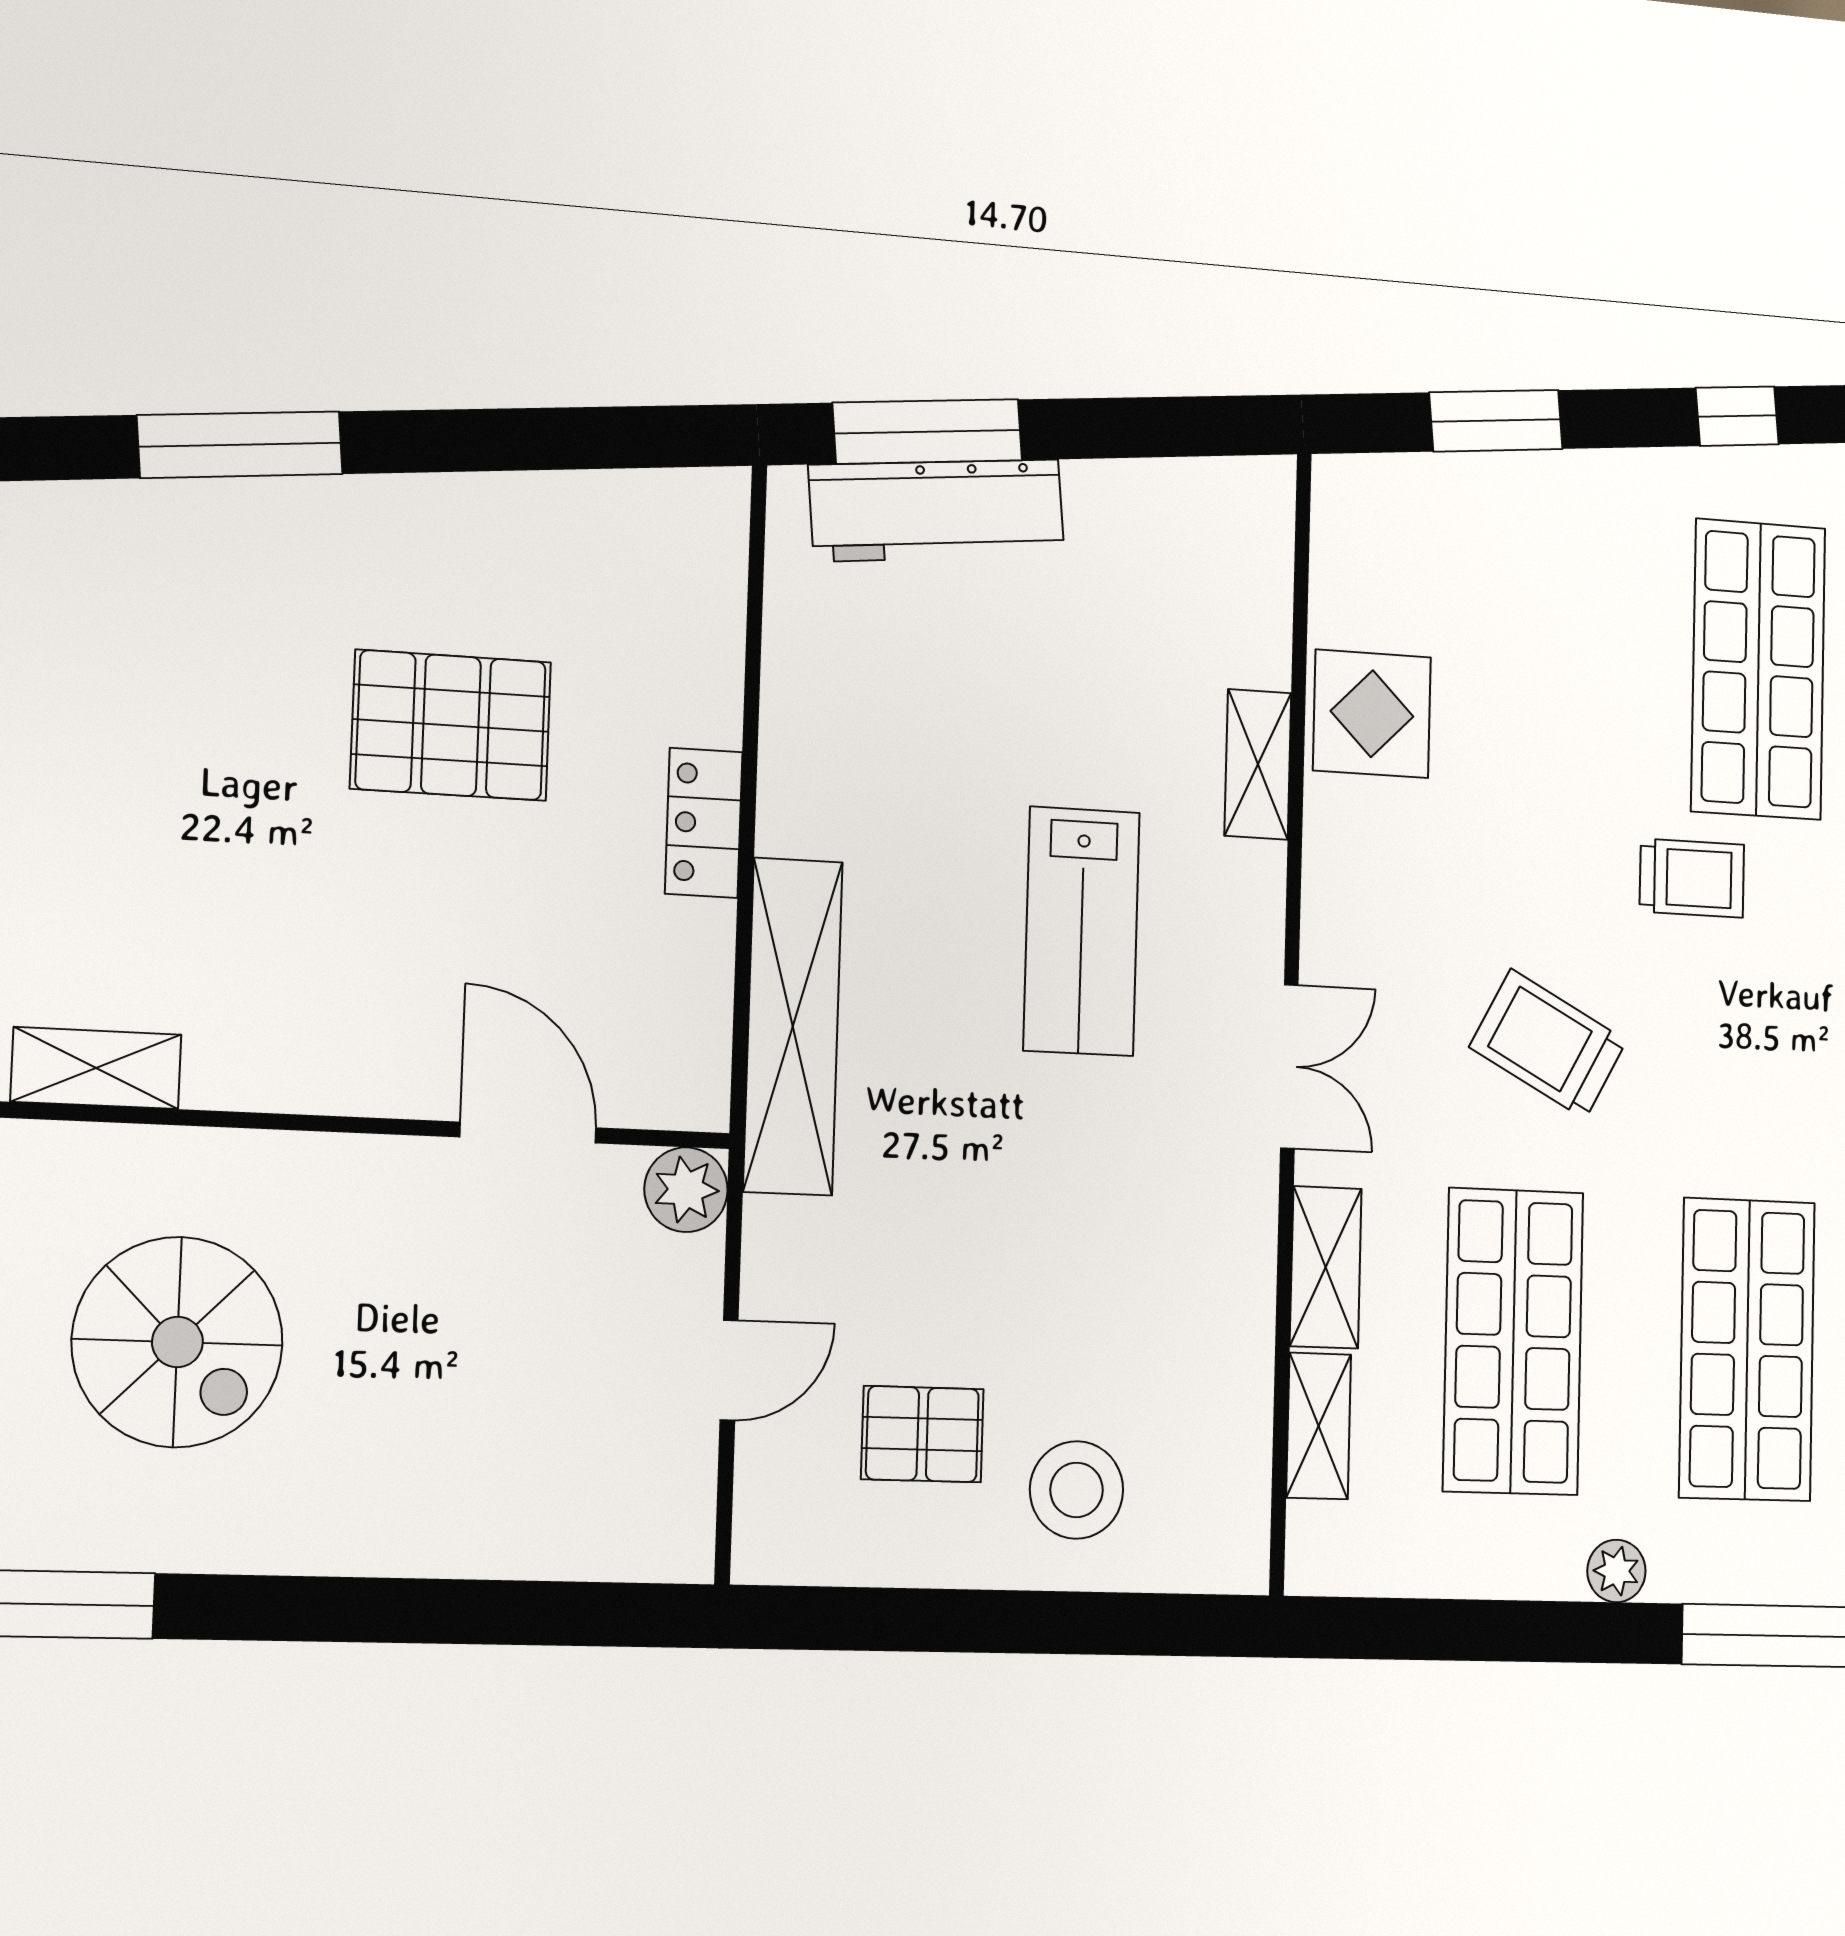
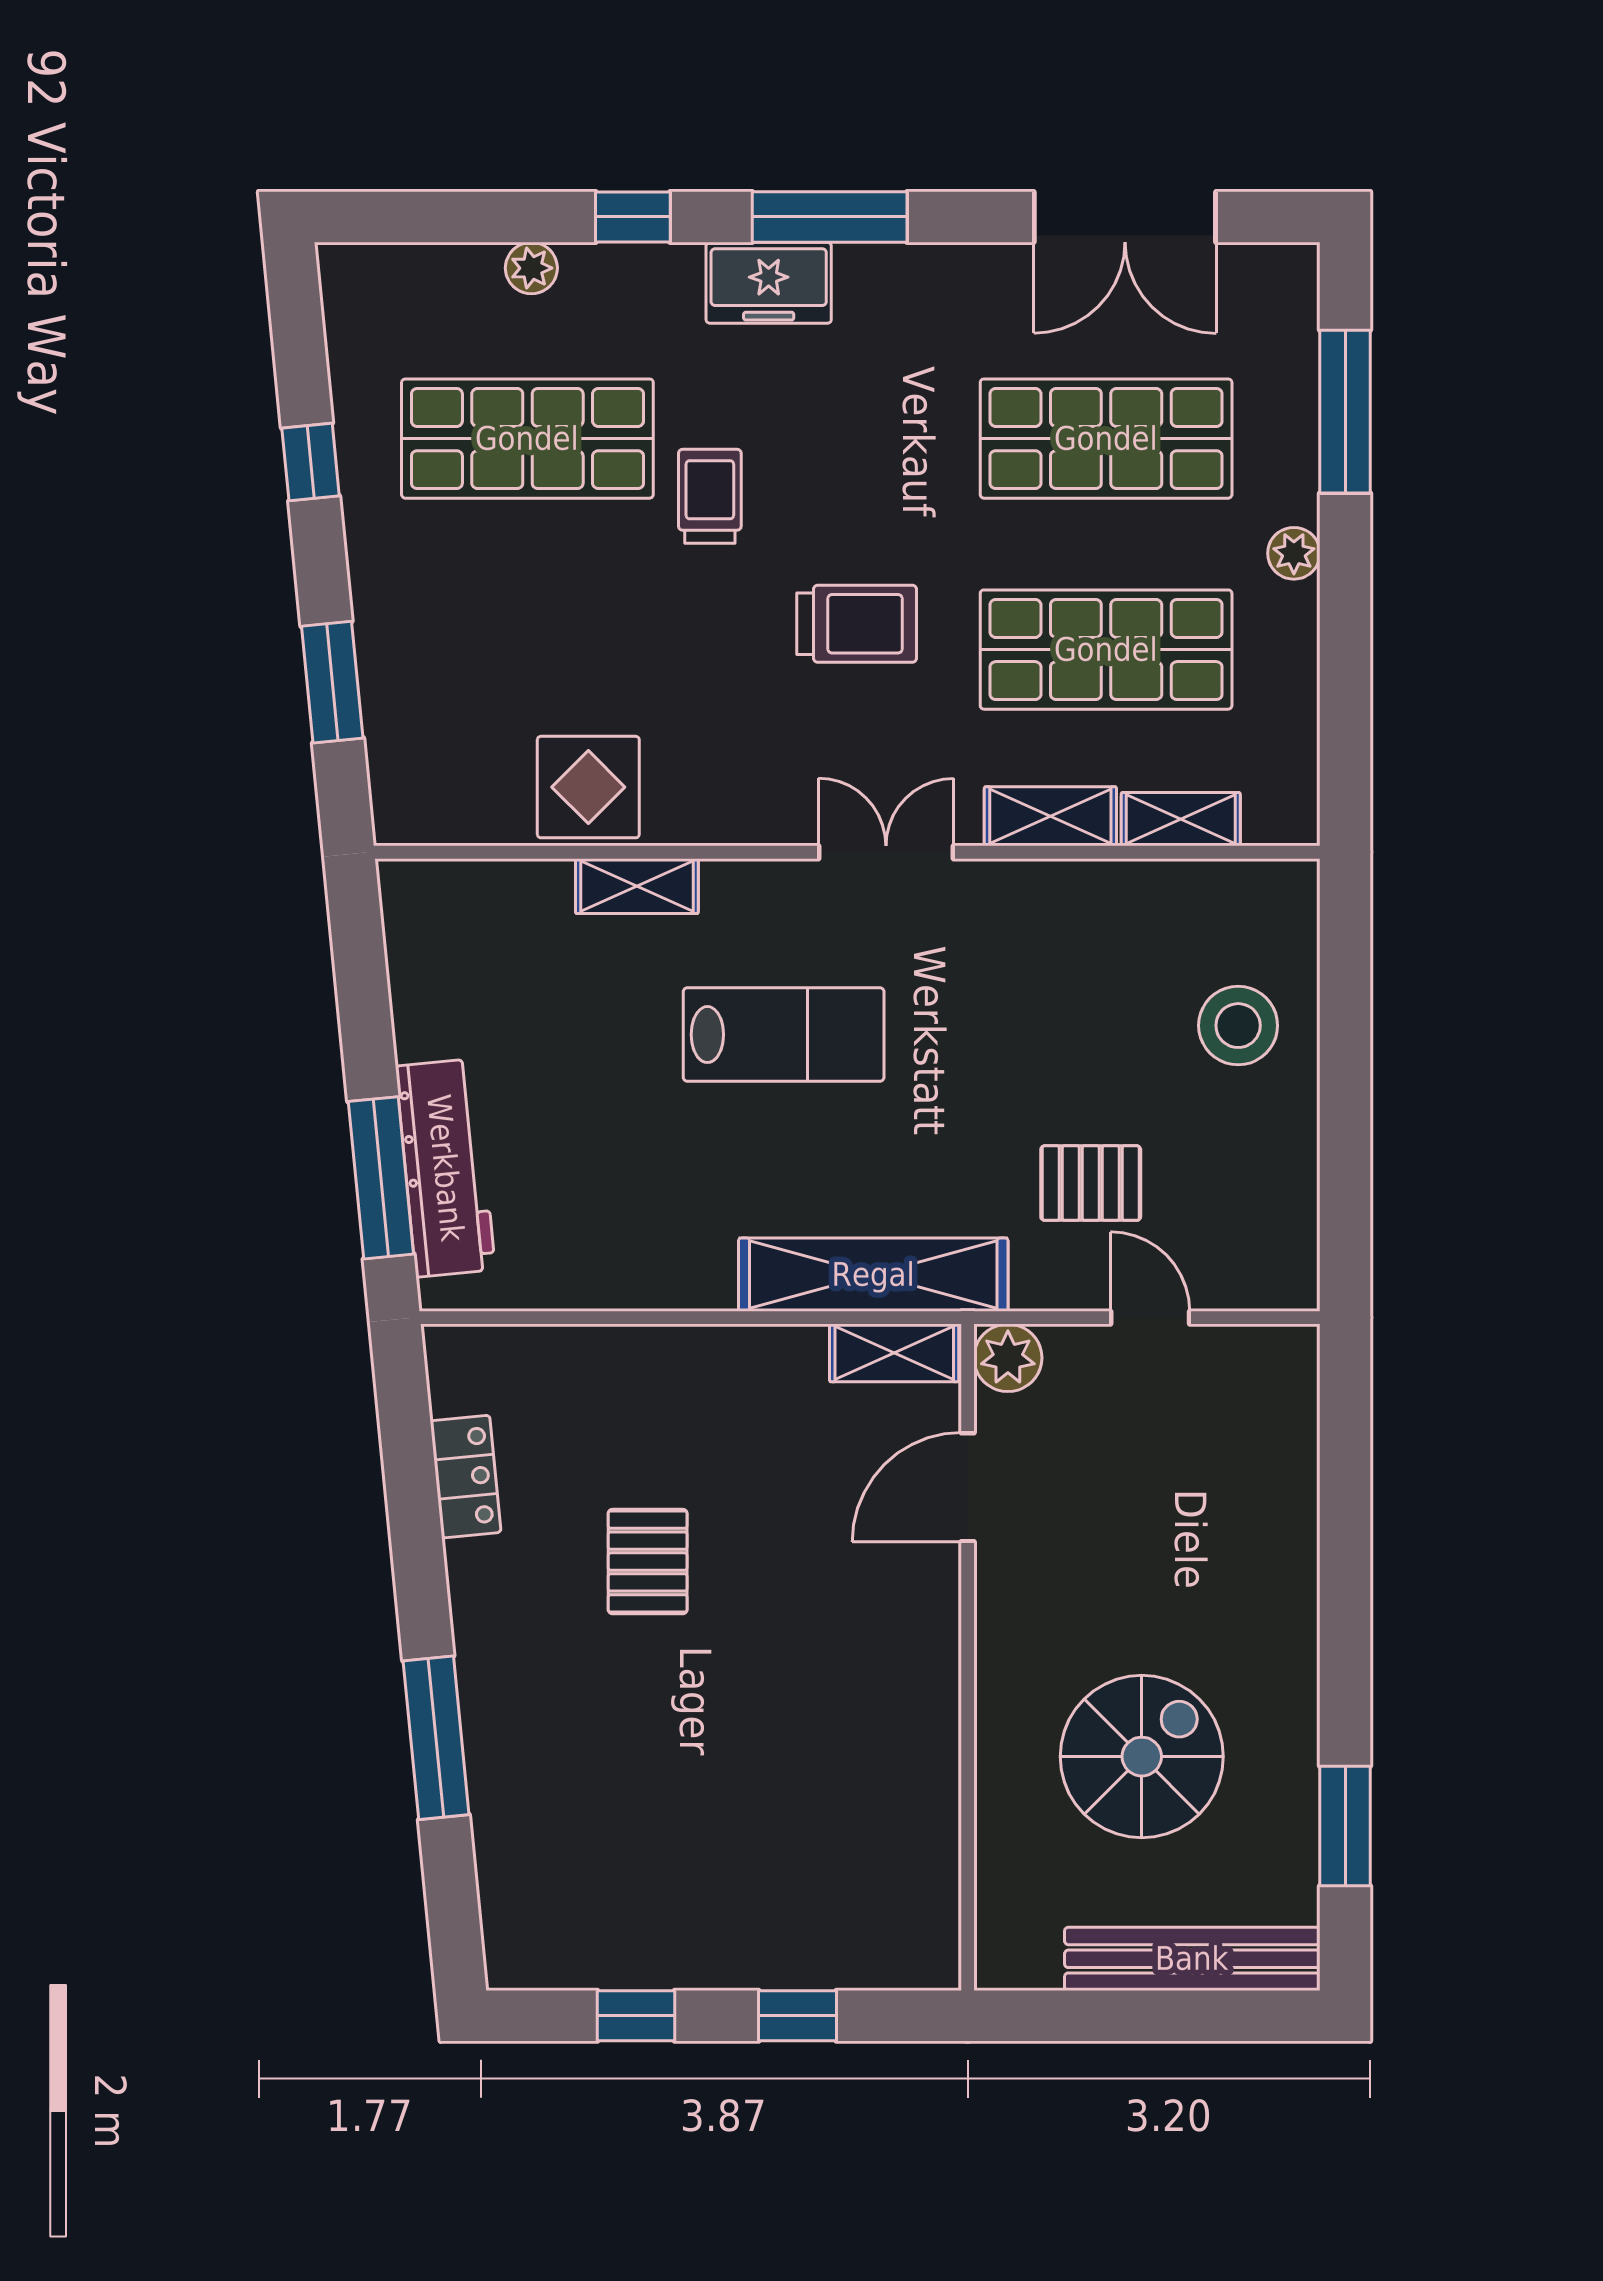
pallet: (451, 725) -> (648, 1562), width x0.67, depth x0.71
locker: (704, 823) -> (466, 1477), moved, turned -96
trolley: (1548, 1044) -> (857, 624), turned -118
shelving: (96, 1068) -> (894, 1353), moved, turned 90
pallet: (922, 1434) -> (1091, 1183), moved, turned 90

